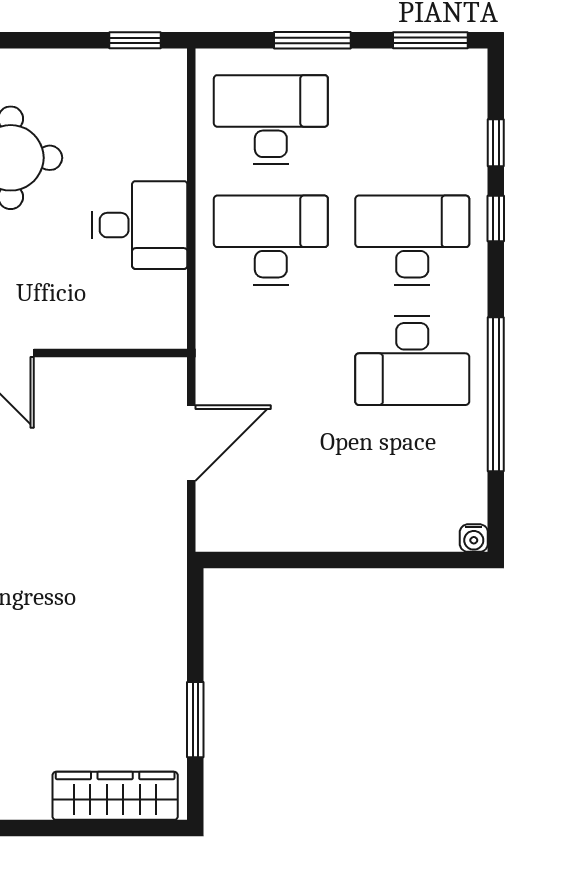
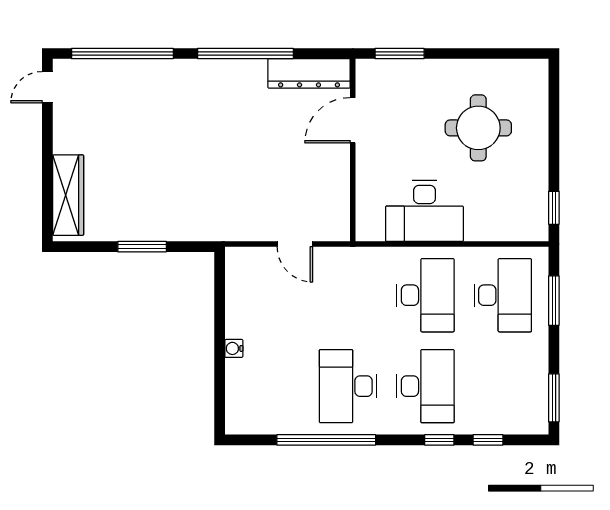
window: (312, 40) -> (554, 301), moved
desk: (140, 225) -> (424, 211), width x1.37
door: (191, 443) -> (295, 244), width x0.73
water cooler: (474, 538) -> (234, 348), moved
window: (195, 720) -> (142, 247), moved

